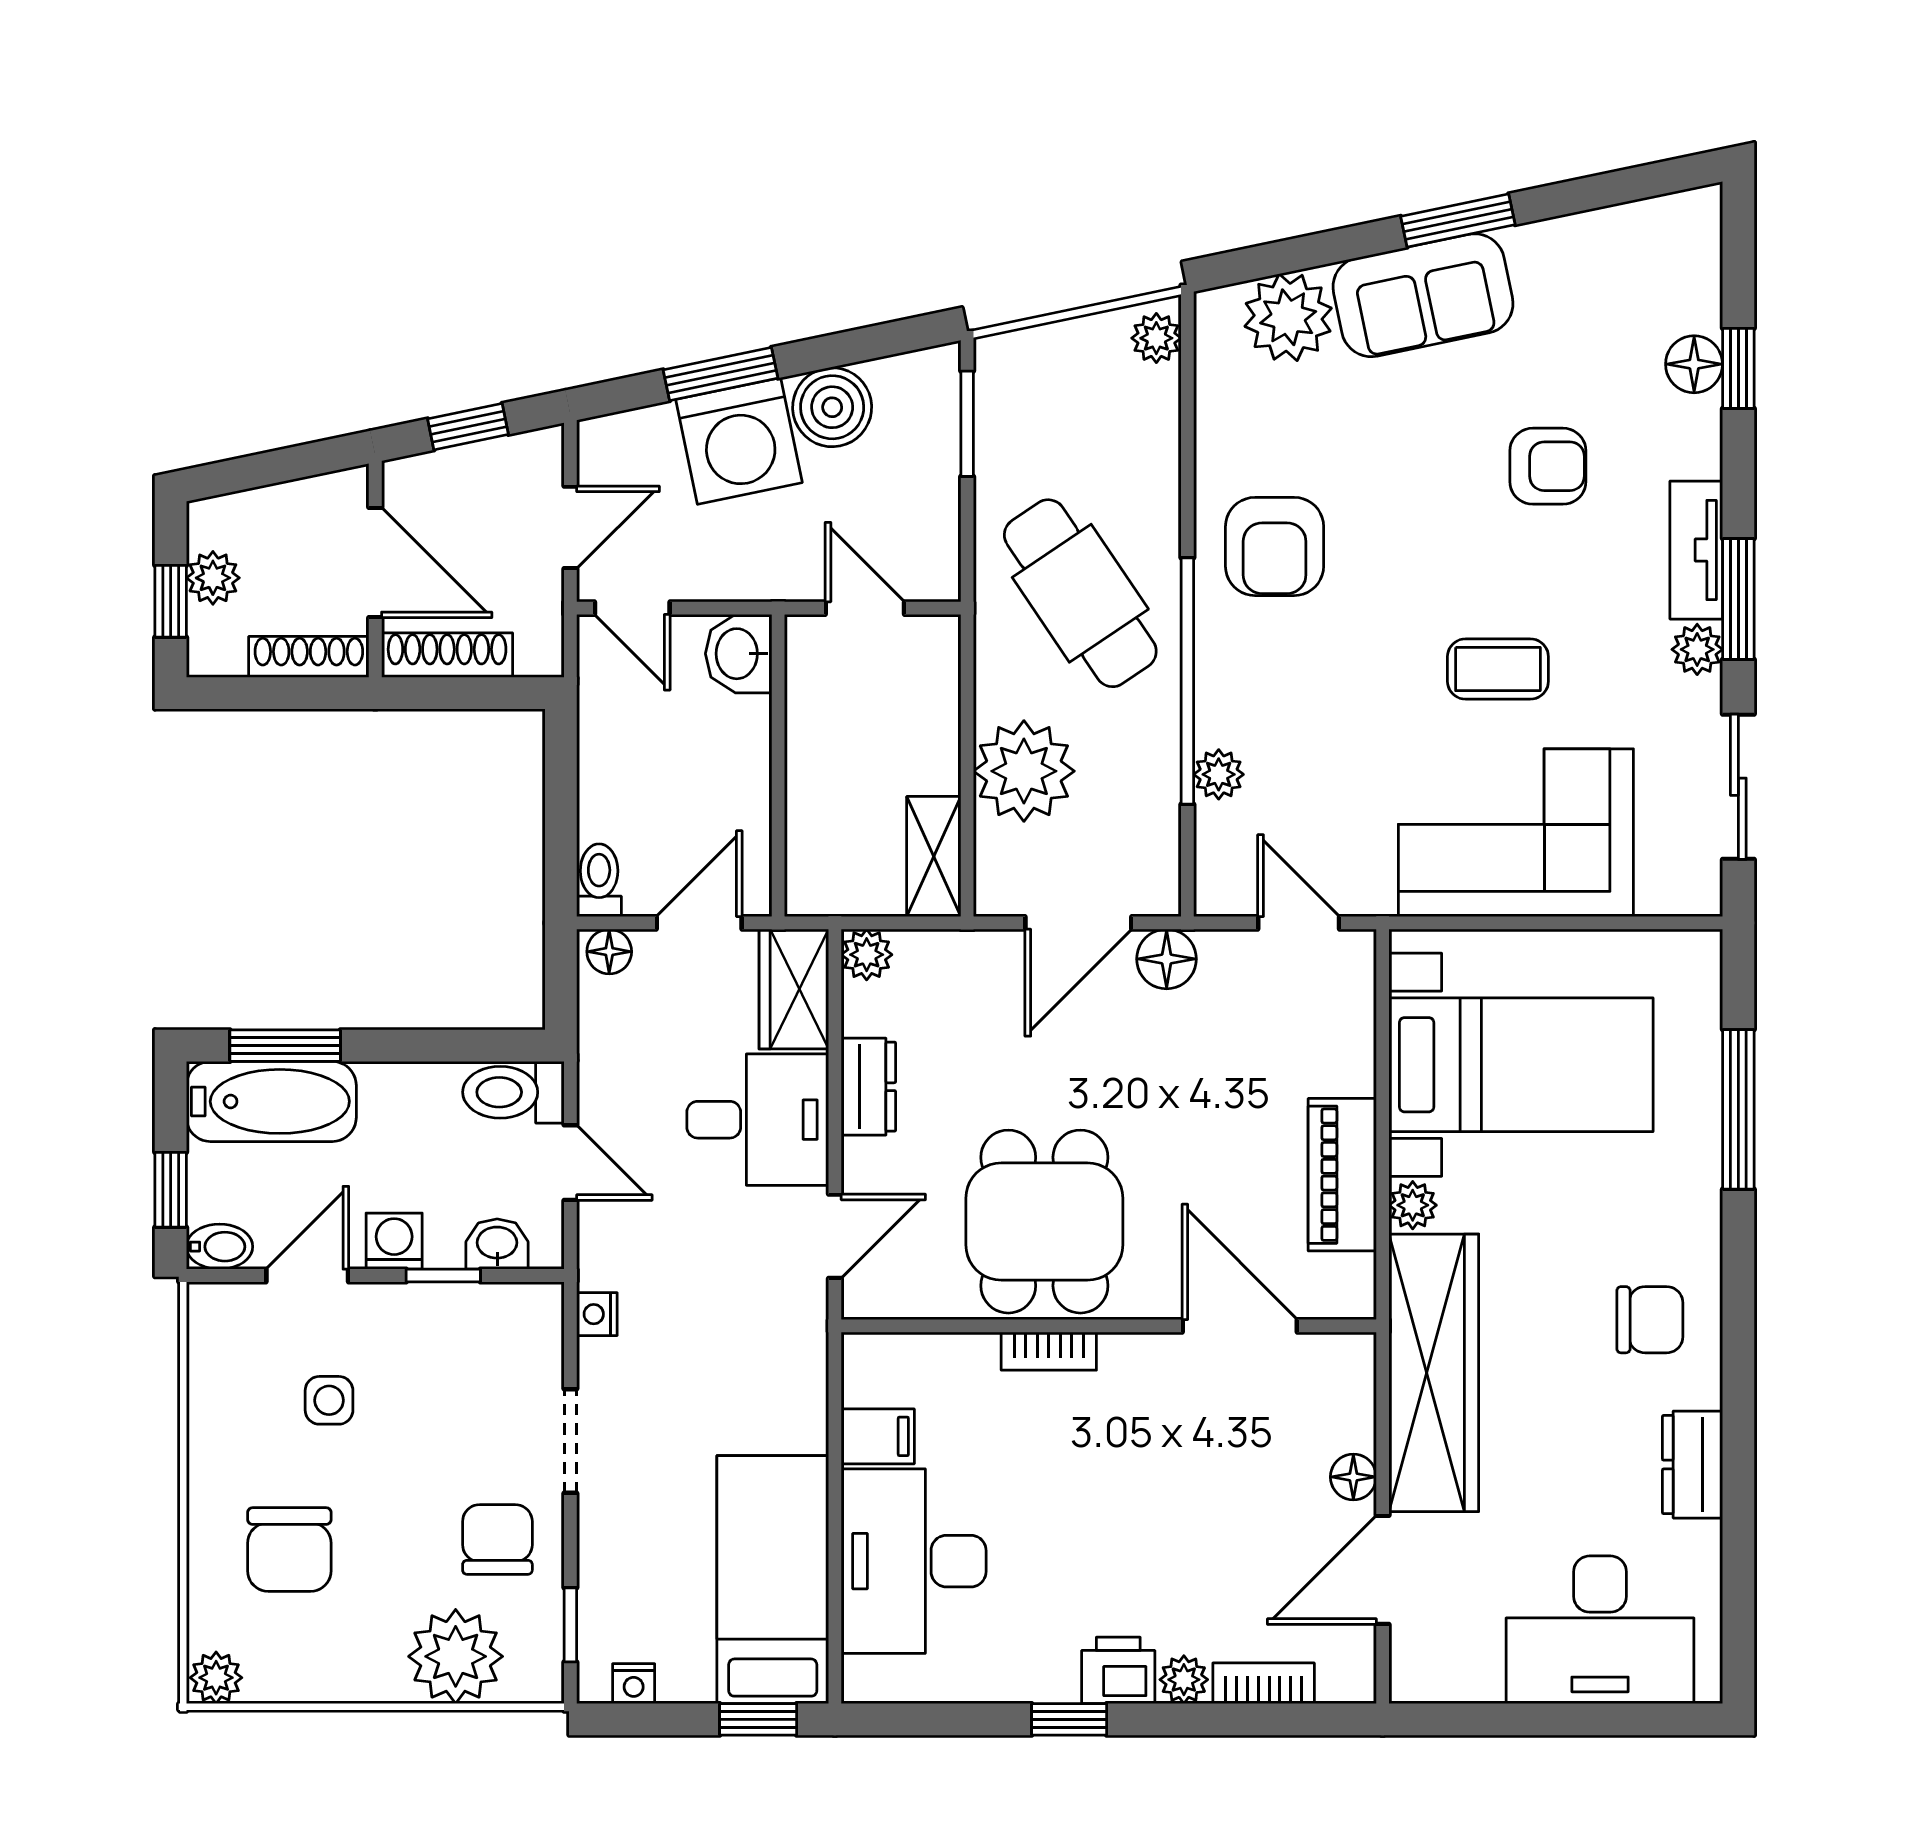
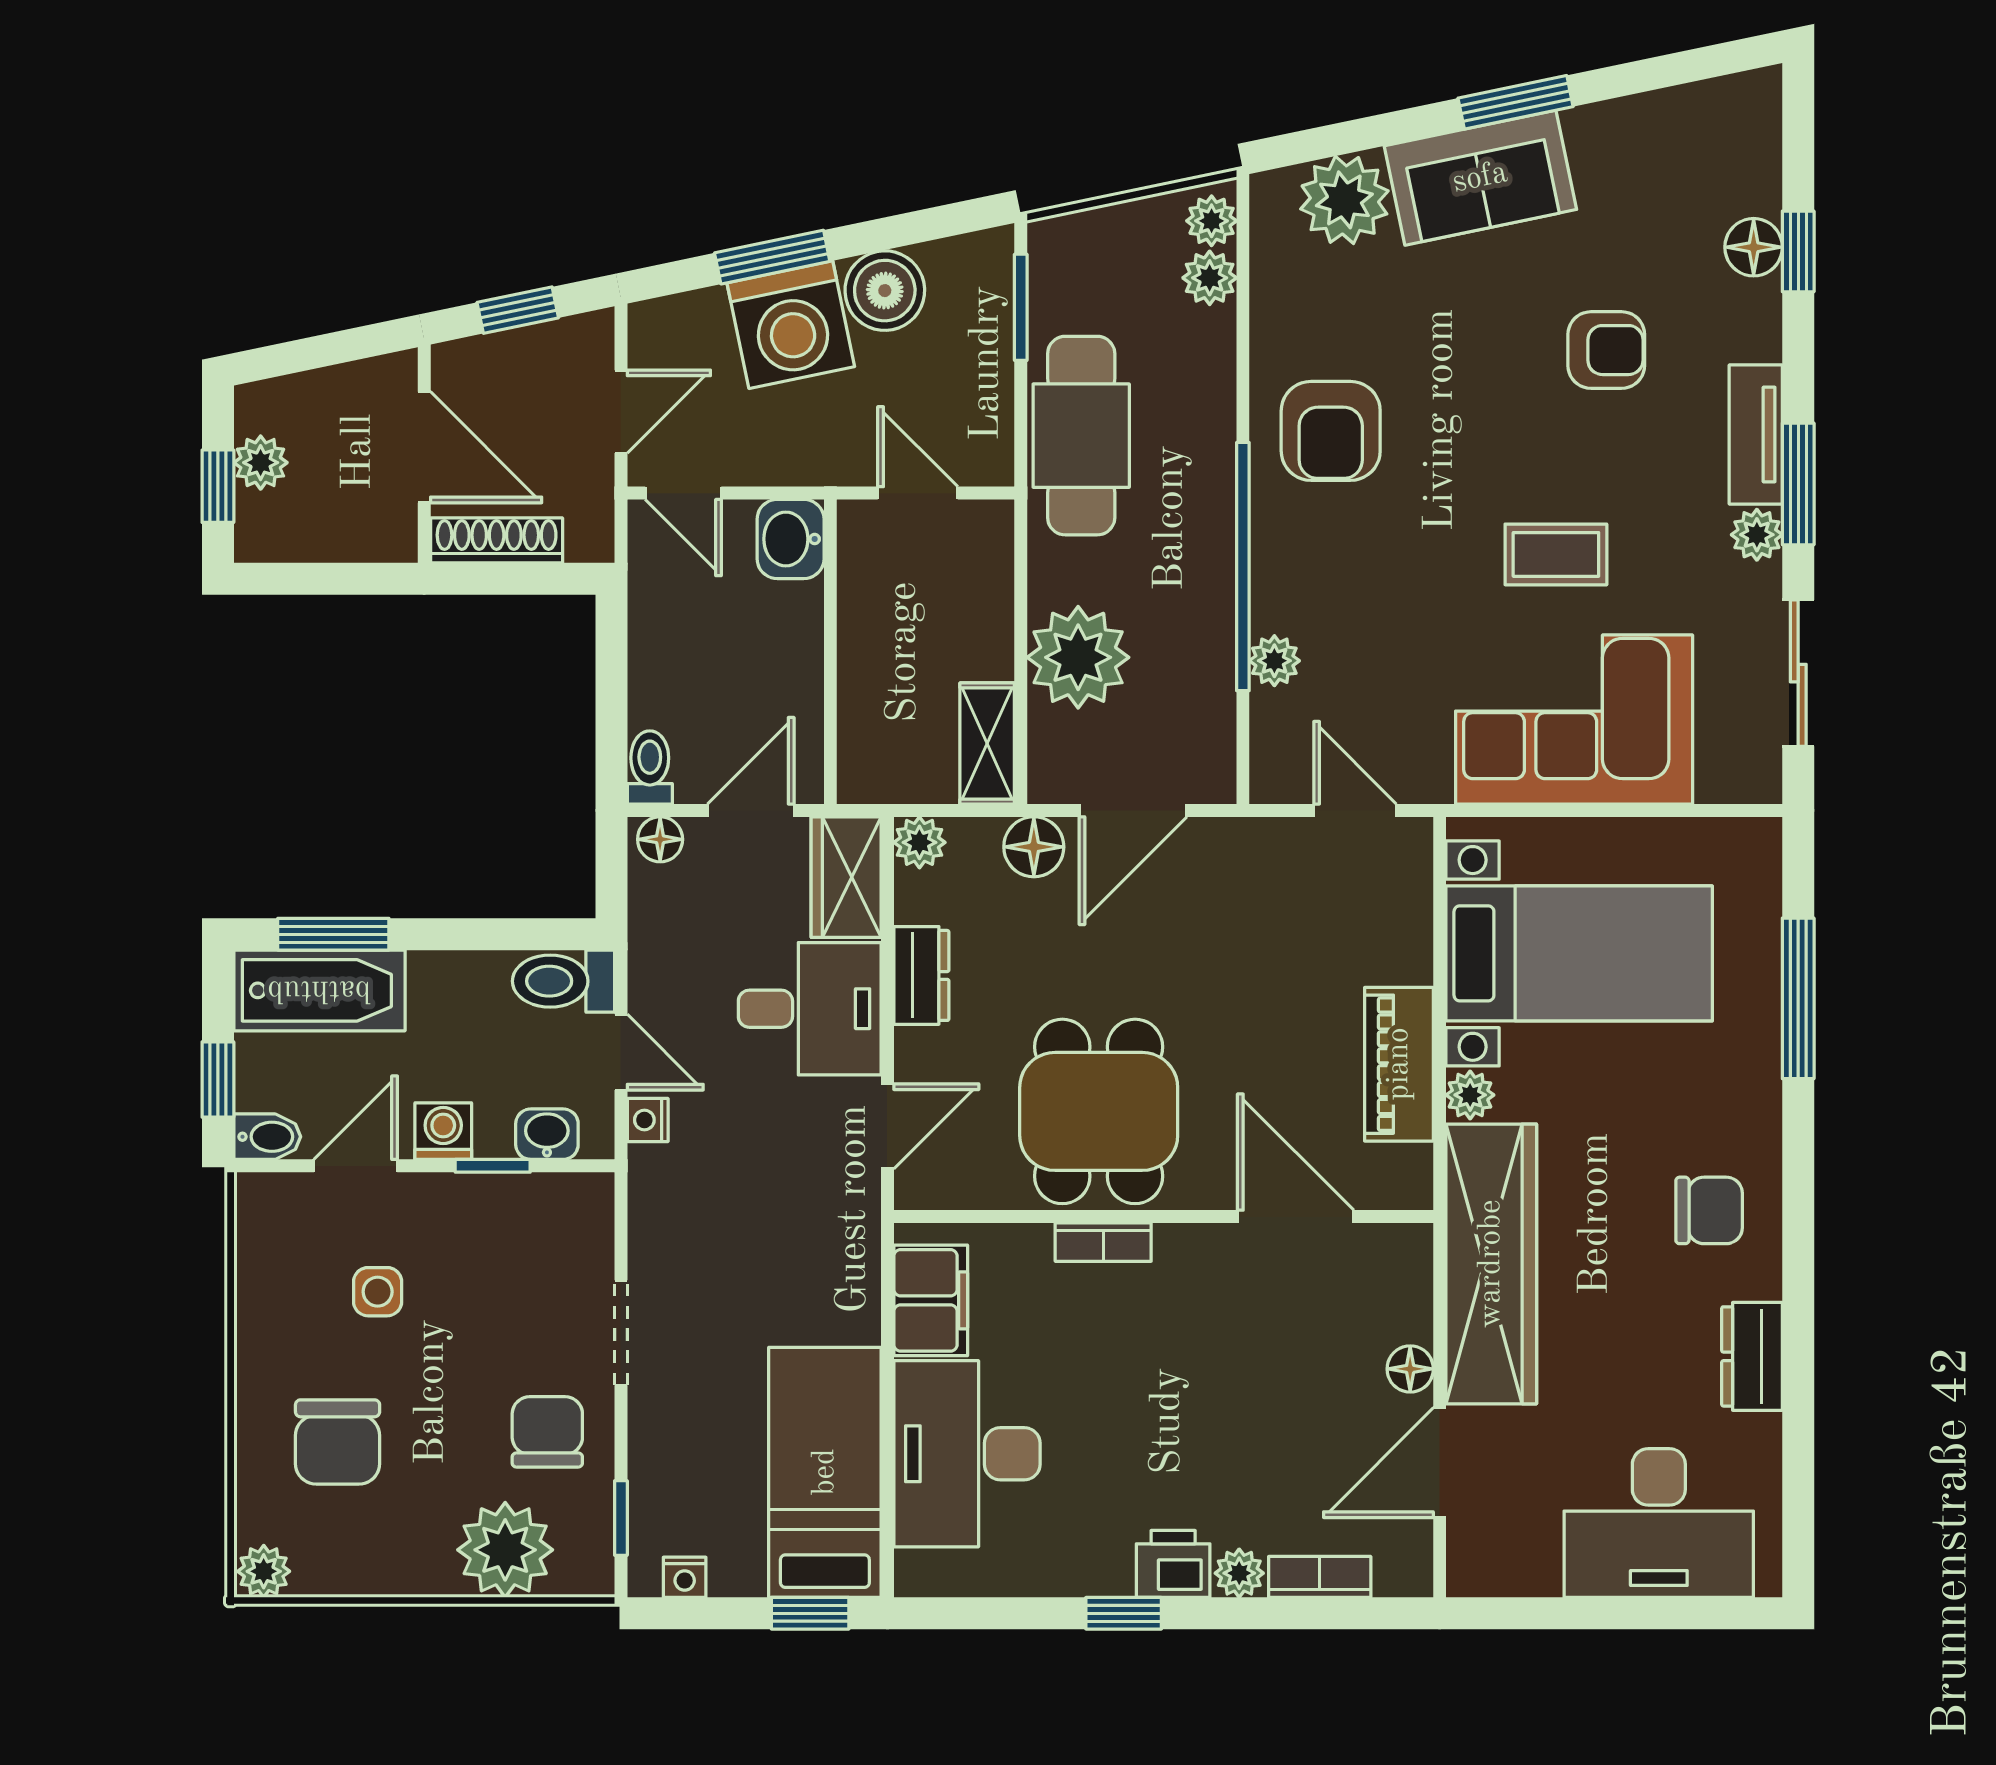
plant: (1154, 395) -> (1210, 278), added
cafe table: (1080, 593) -> (1081, 436), moved, turned 34
shoe rack: (309, 657) -> (357, 542), removed
floor lamp: (1167, 959) -> (1034, 847), moved
nightstand: (597, 1314) -> (648, 1120), moved
filing cabinet: (878, 1436) -> (931, 1300), width x2.00

